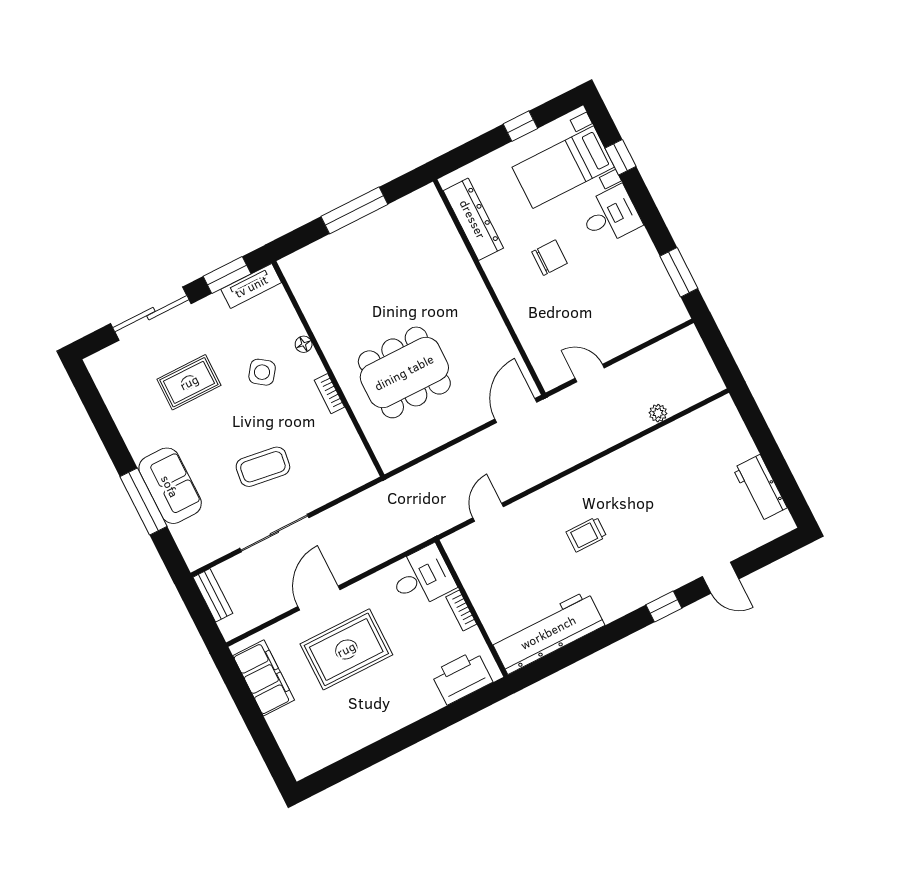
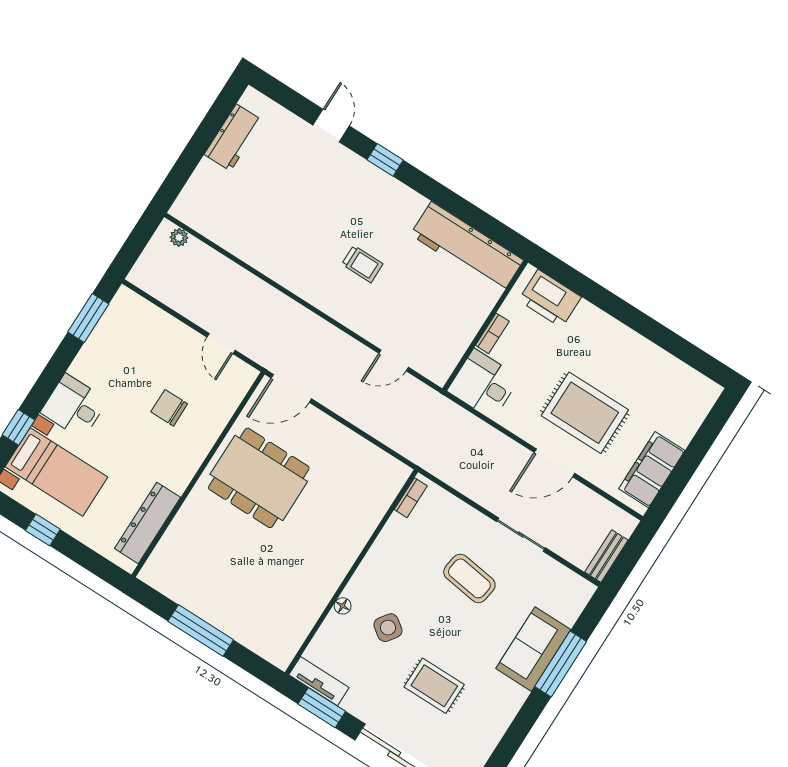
chair: (550, 258) -> (169, 408), moved
dining table: (404, 372) -> (259, 478), moved
bookcase: (329, 394) -> (411, 498), moved
plant: (658, 413) -> (179, 237), moved
sliding door: (274, 533) -> (521, 535), width x0.73

